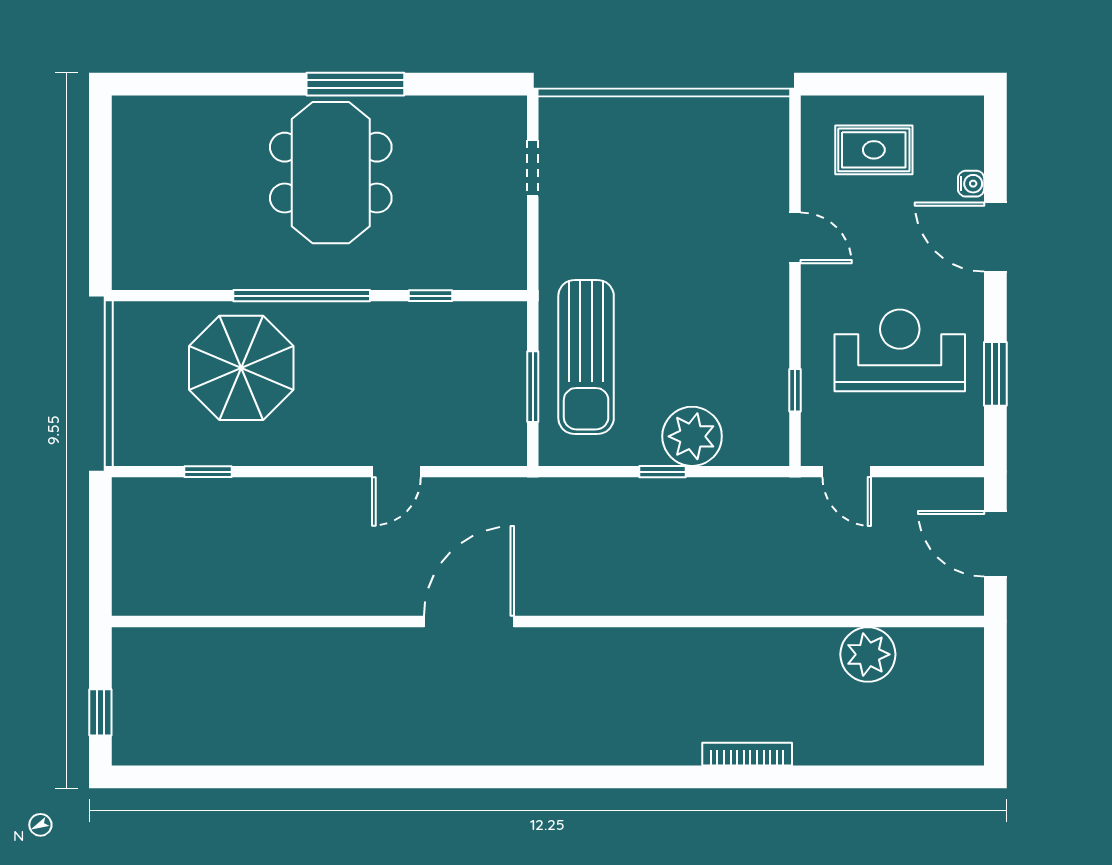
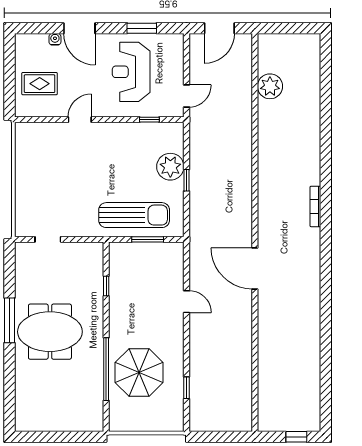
rug: (874, 150) -> (40, 84), turned 90
door: (995, 237) -> (79, 28), hinge flipped
window: (302, 296) -> (106, 369), moved
bookcase: (747, 754) -> (315, 206), moved

